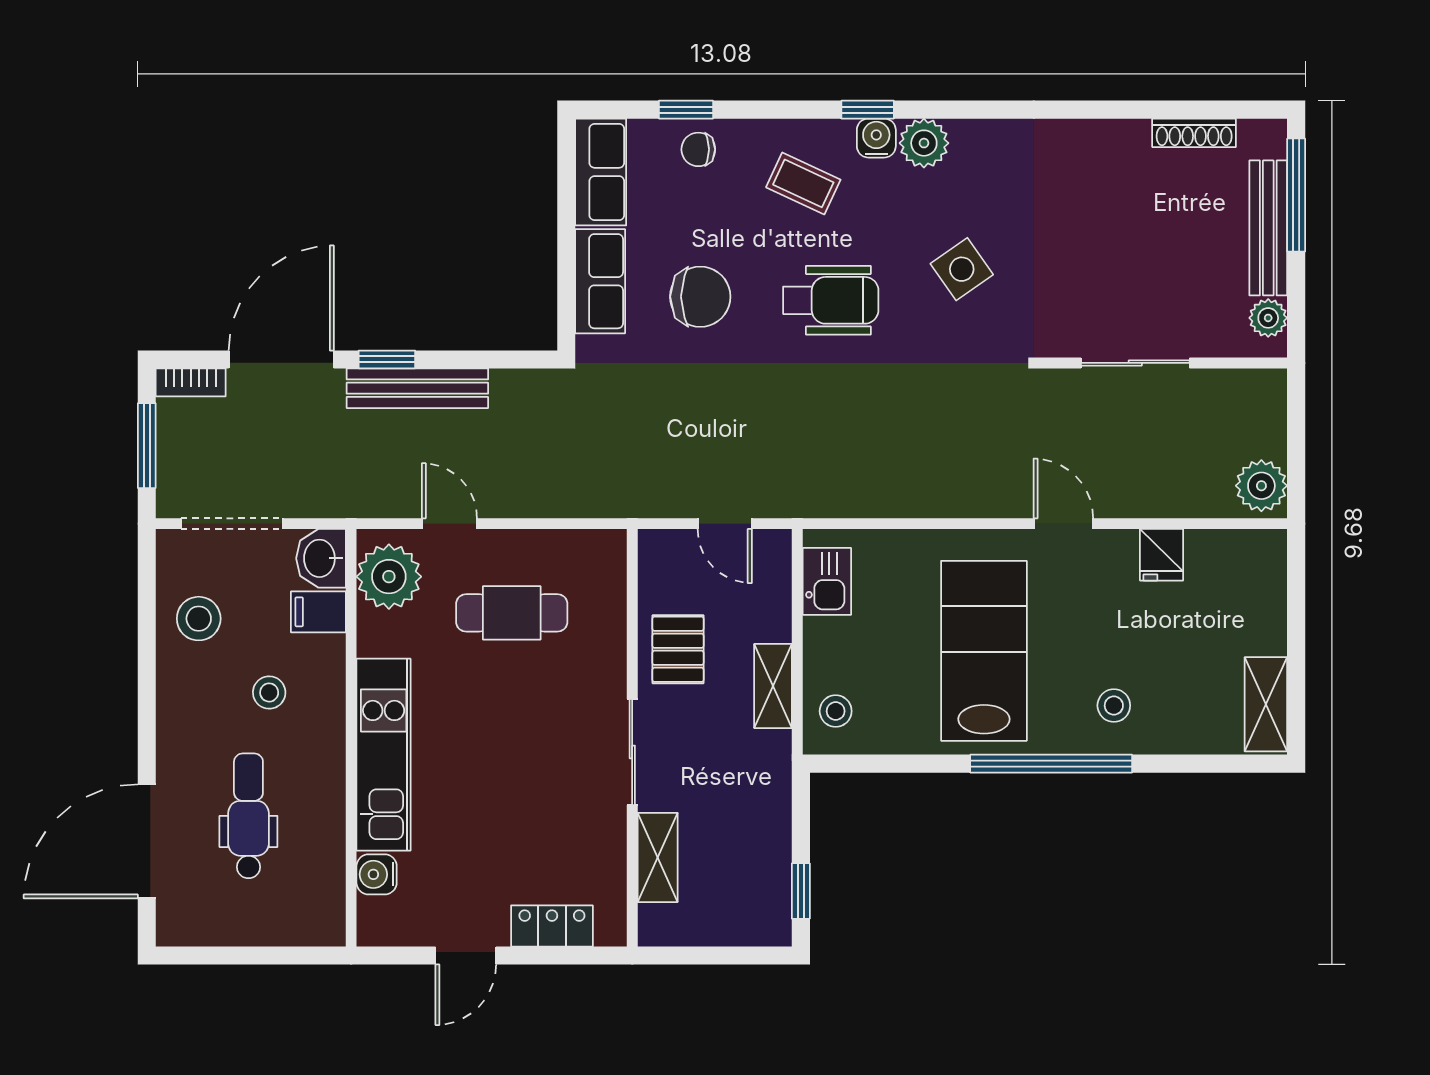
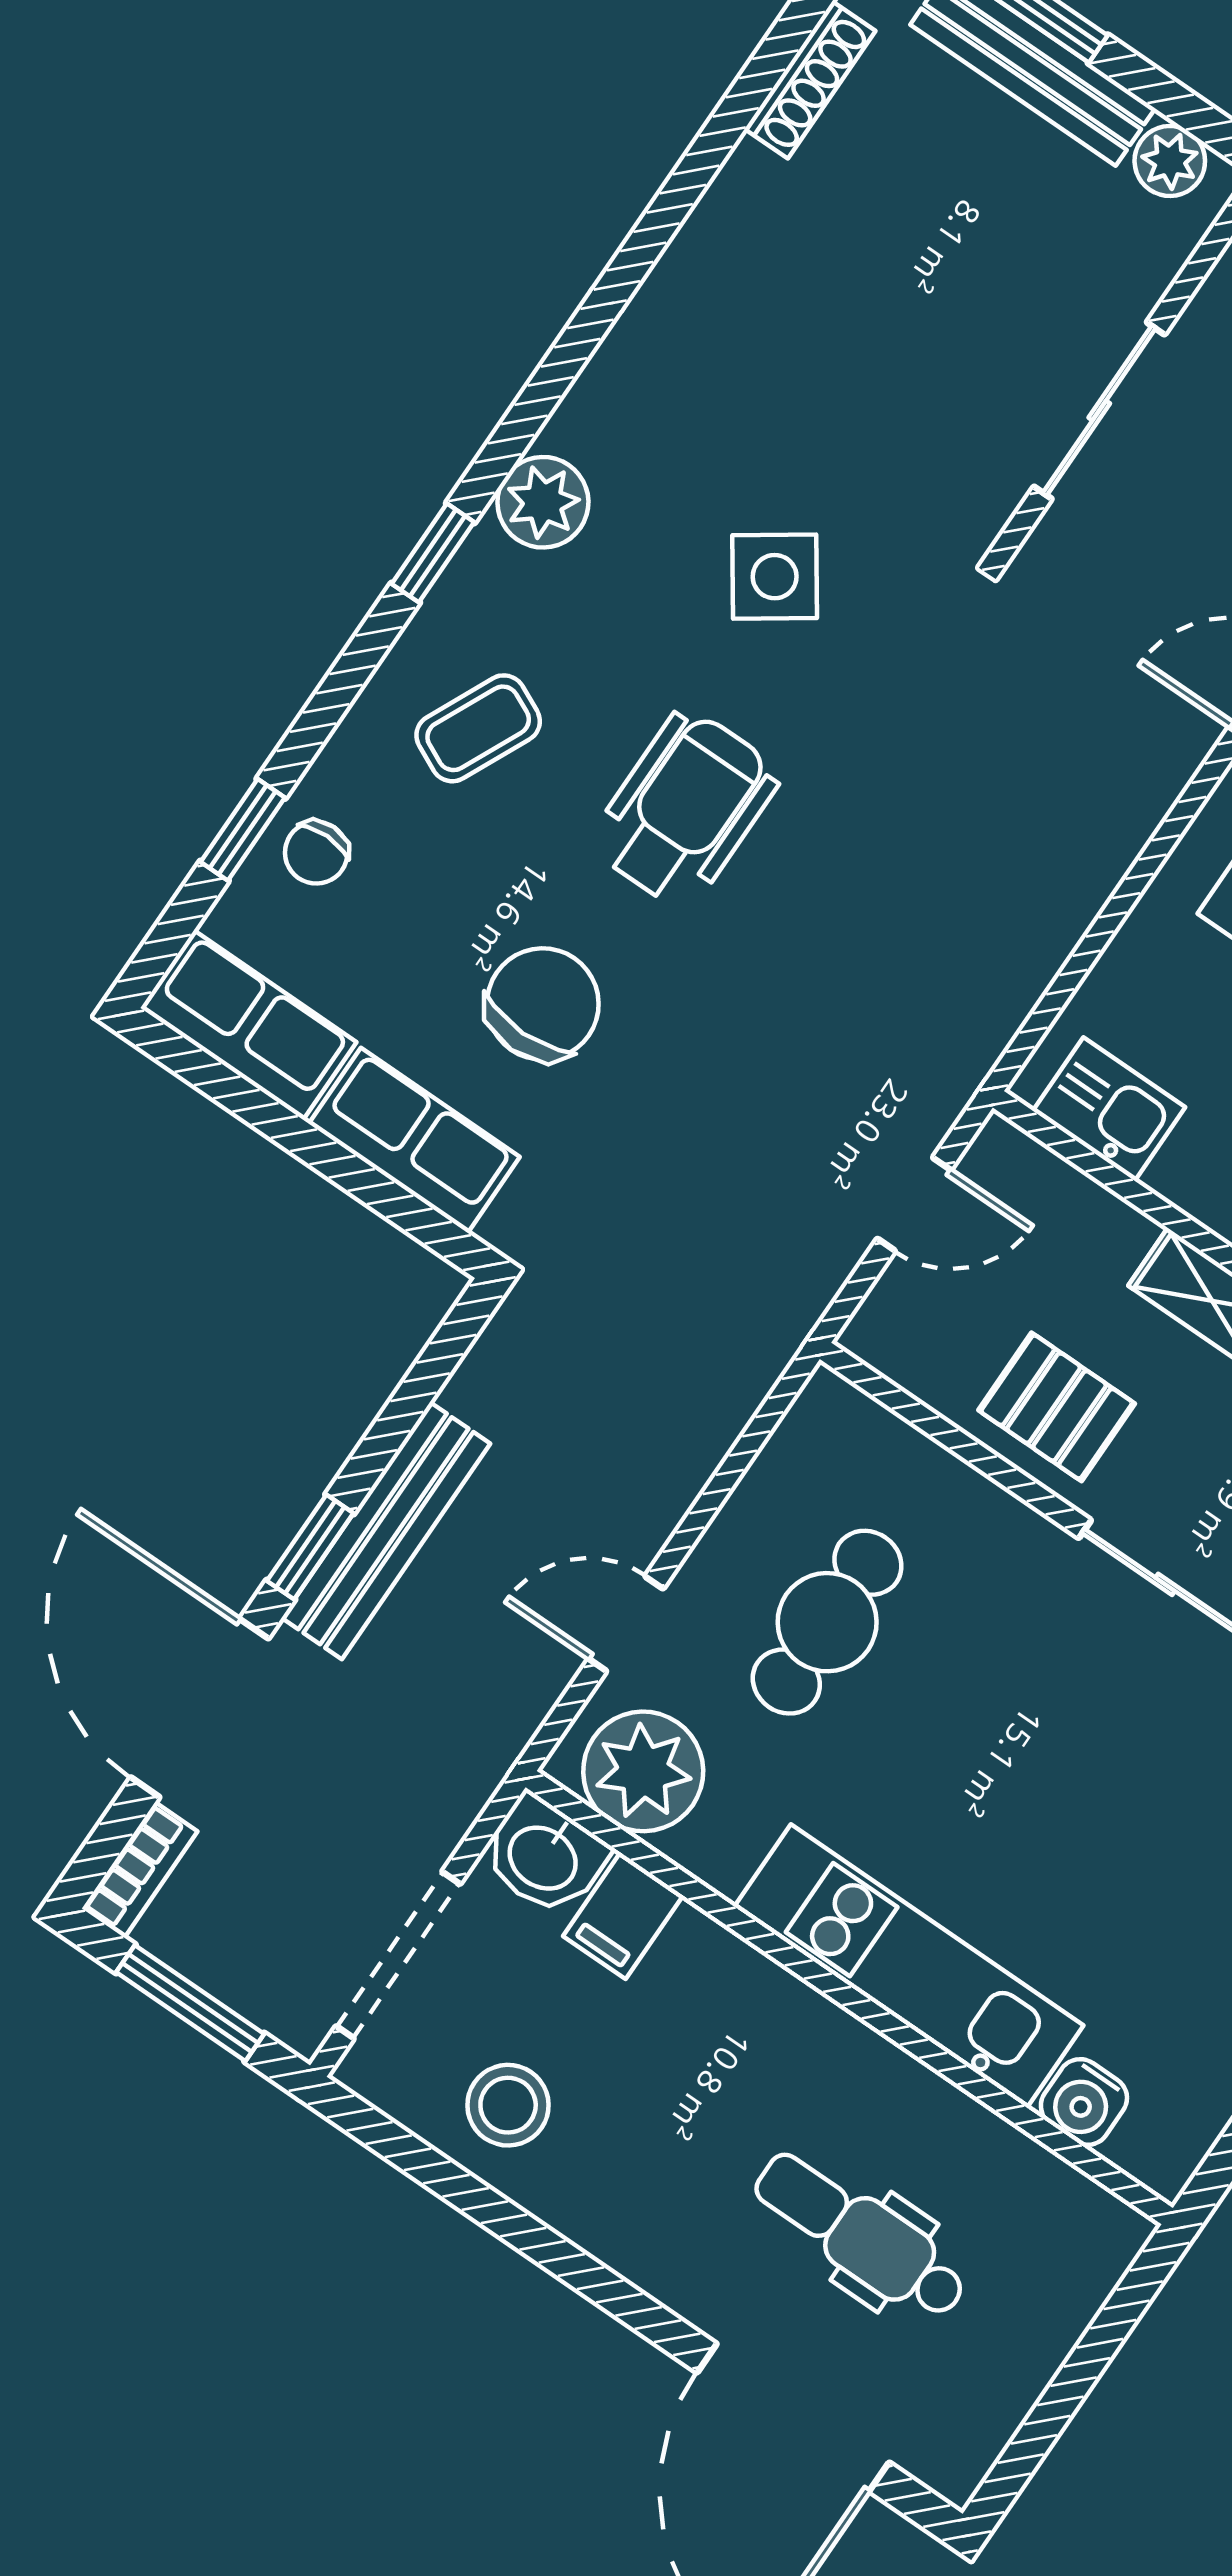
water cooler: (876, 138) -> (485, 570), removed
stool: (269, 692) -> (694, 2075), removed

